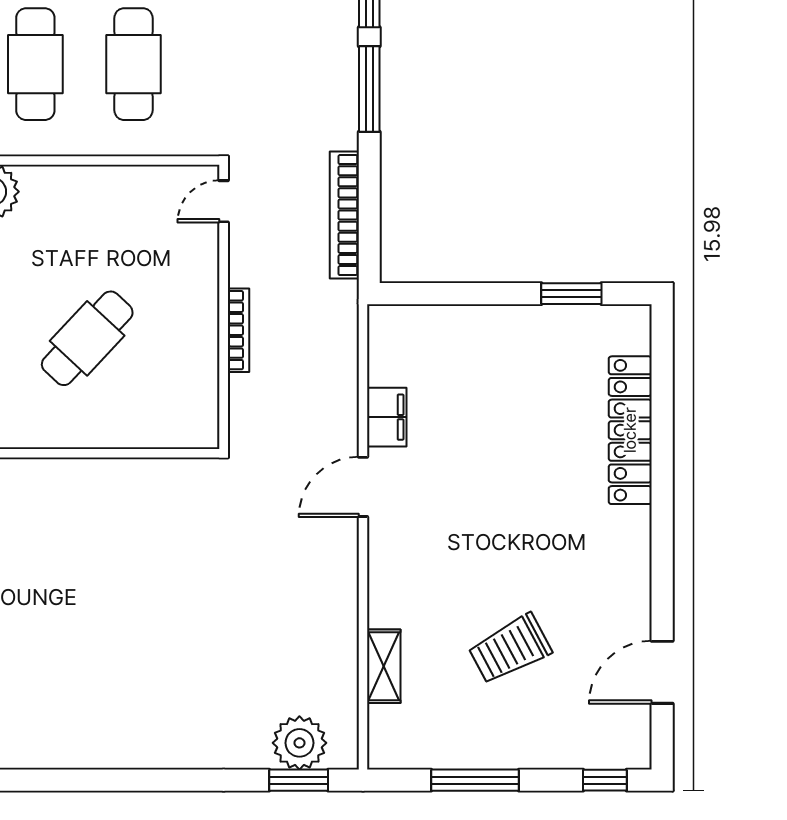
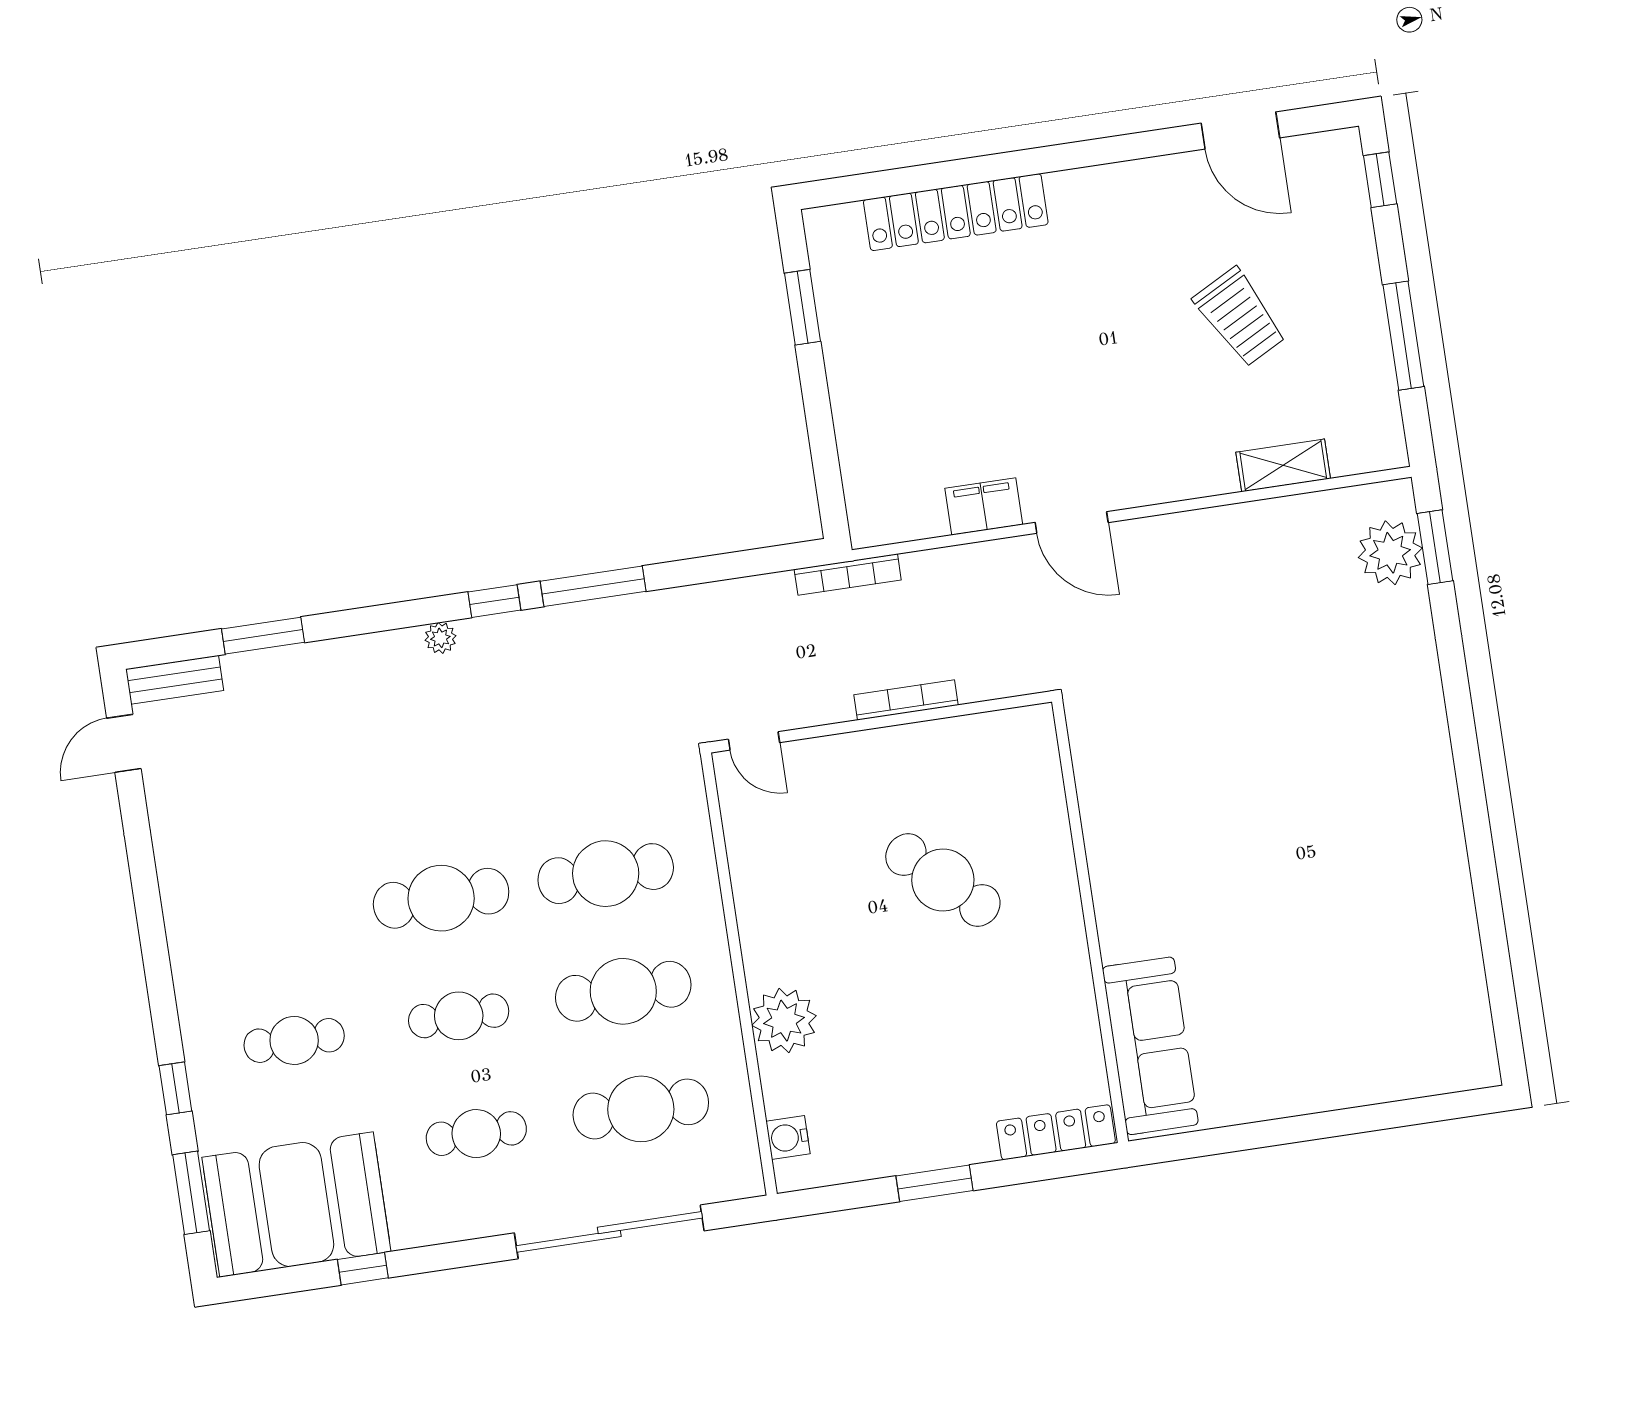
bookcase: (344, 215) -> (848, 575), moved, width x0.68, depth x0.76

